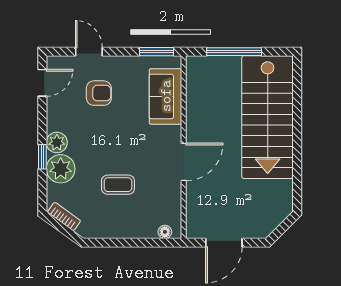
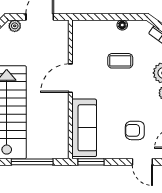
sofa: (166, 96) -> (84, 128), width x1.36
plant: (257, 231) -> (15, 26), added
floor lamp: (165, 232) -> (122, 25), moved

